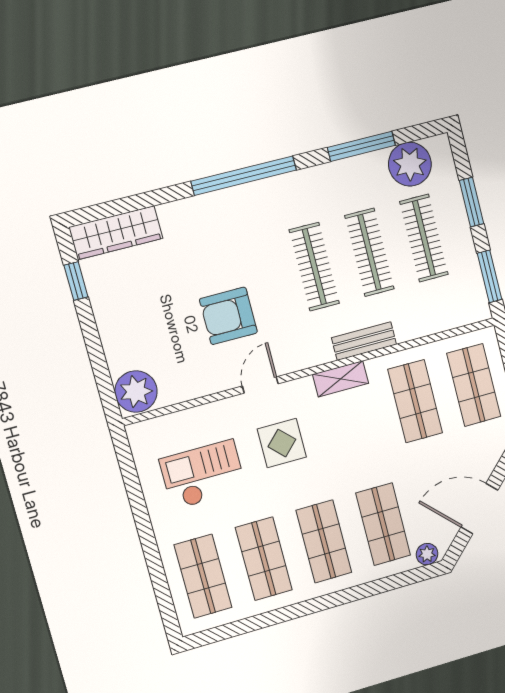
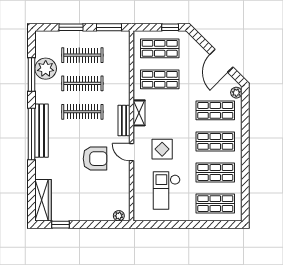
plant: (410, 164) -> (46, 69), moved
bench: (256, 194) -> (42, 131), added
armchair: (228, 316) -> (95, 159), turned -90
bench: (364, 341) -> (124, 120), moved
plant: (136, 391) -> (119, 216), width x0.53, depth x0.53

